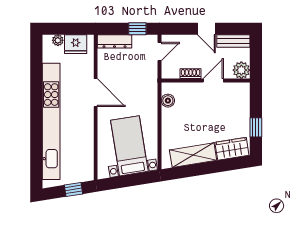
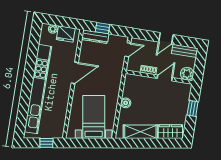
window: (137, 29) -> (102, 28), moved
door: (206, 29) -> (166, 38), hinge flipped
door: (96, 93) -> (75, 73), hinge flipped
boiler: (168, 101) -> (126, 103), moved
window: (256, 127) -> (193, 108), moved

